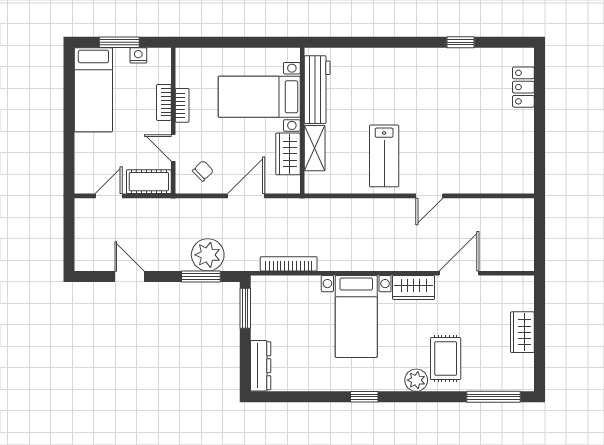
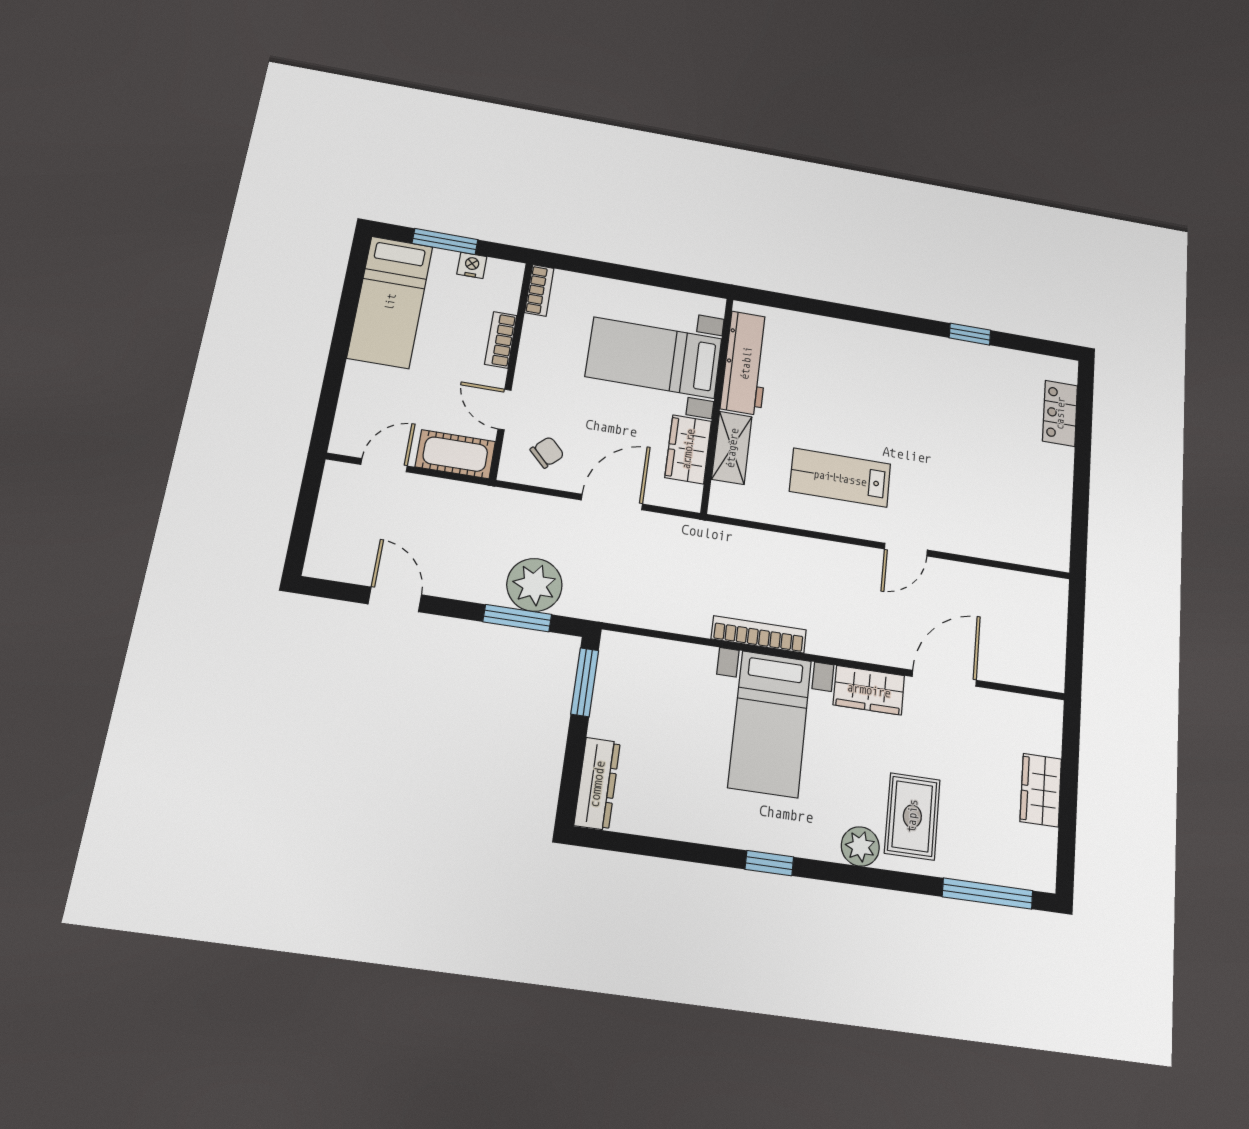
bookcase: (182, 105) -> (539, 290), moved
lab bench: (384, 156) -> (840, 478), turned 90
bookcase: (289, 264) -> (759, 634), moved

